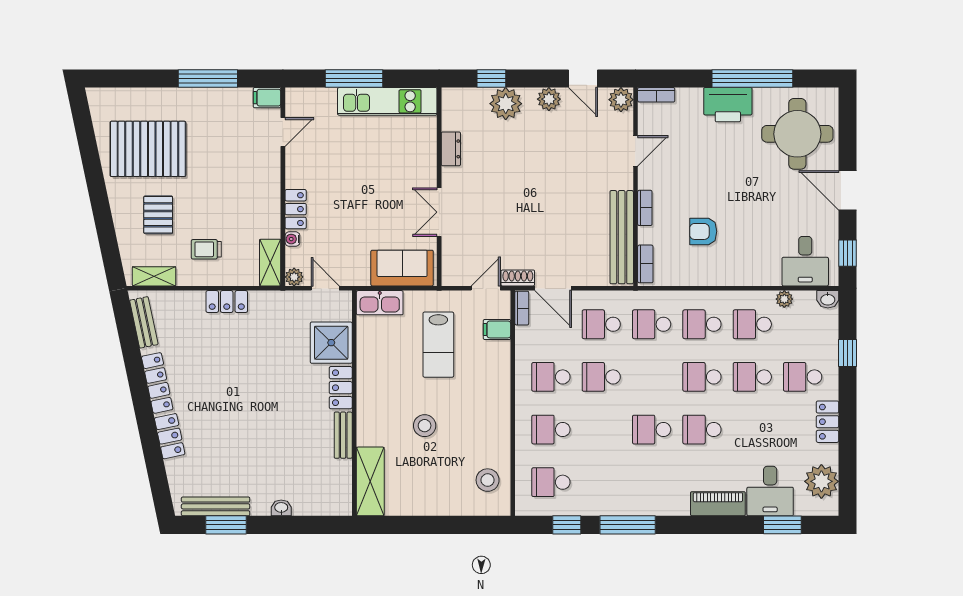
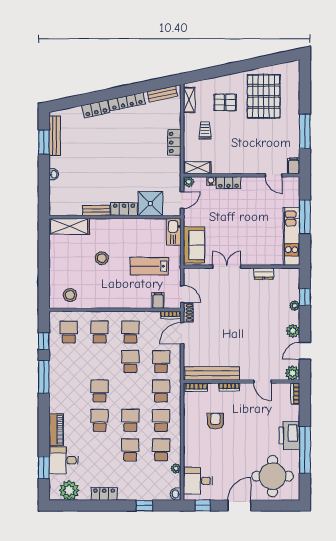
plant: (506, 104) -> (295, 306), width x0.53, depth x0.53
school desk: (803, 377) -> (130, 479), removed

